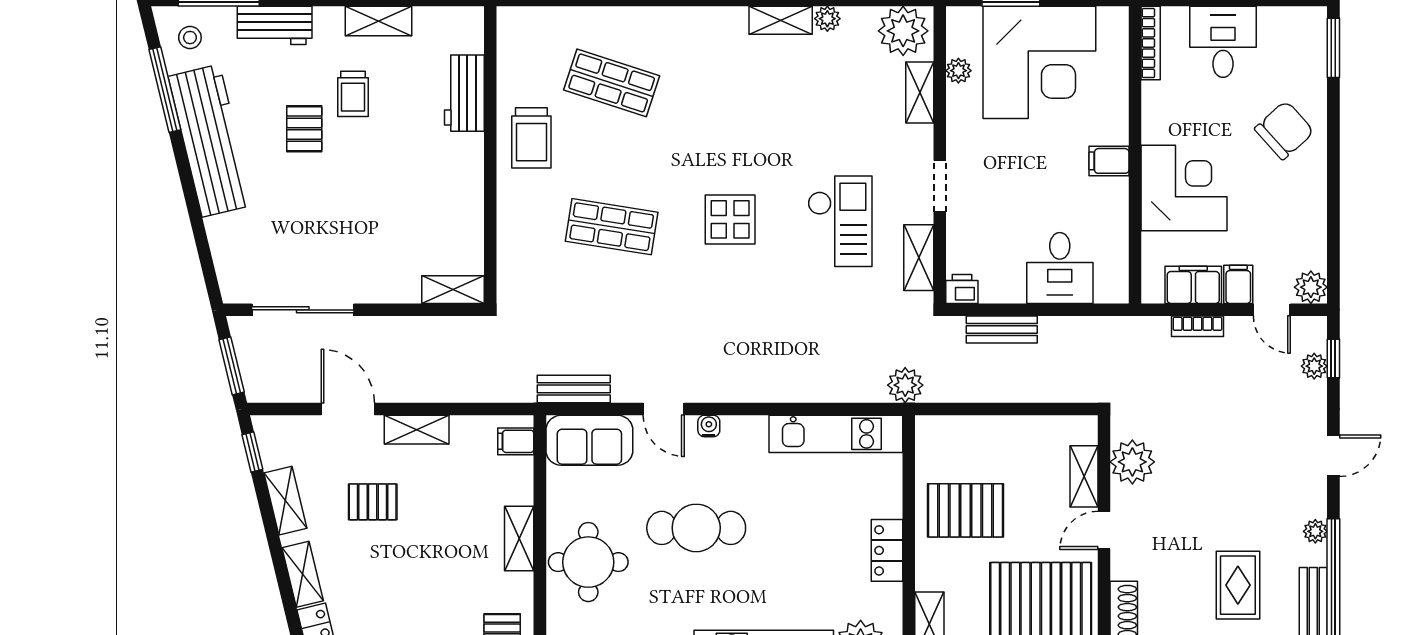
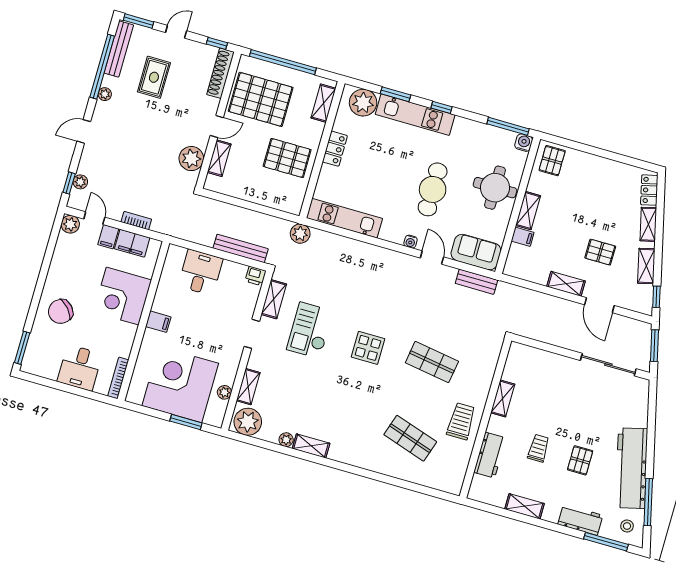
trolley: (353, 94) -> (538, 448), moved
shelving: (453, 290) -> (503, 398), moved, turned 90
bench: (1002, 329) -> (241, 249), width x1.36
filing cabinet: (516, 441) -> (523, 237), moved
cafe table: (696, 528) -> (433, 189), turned 90

